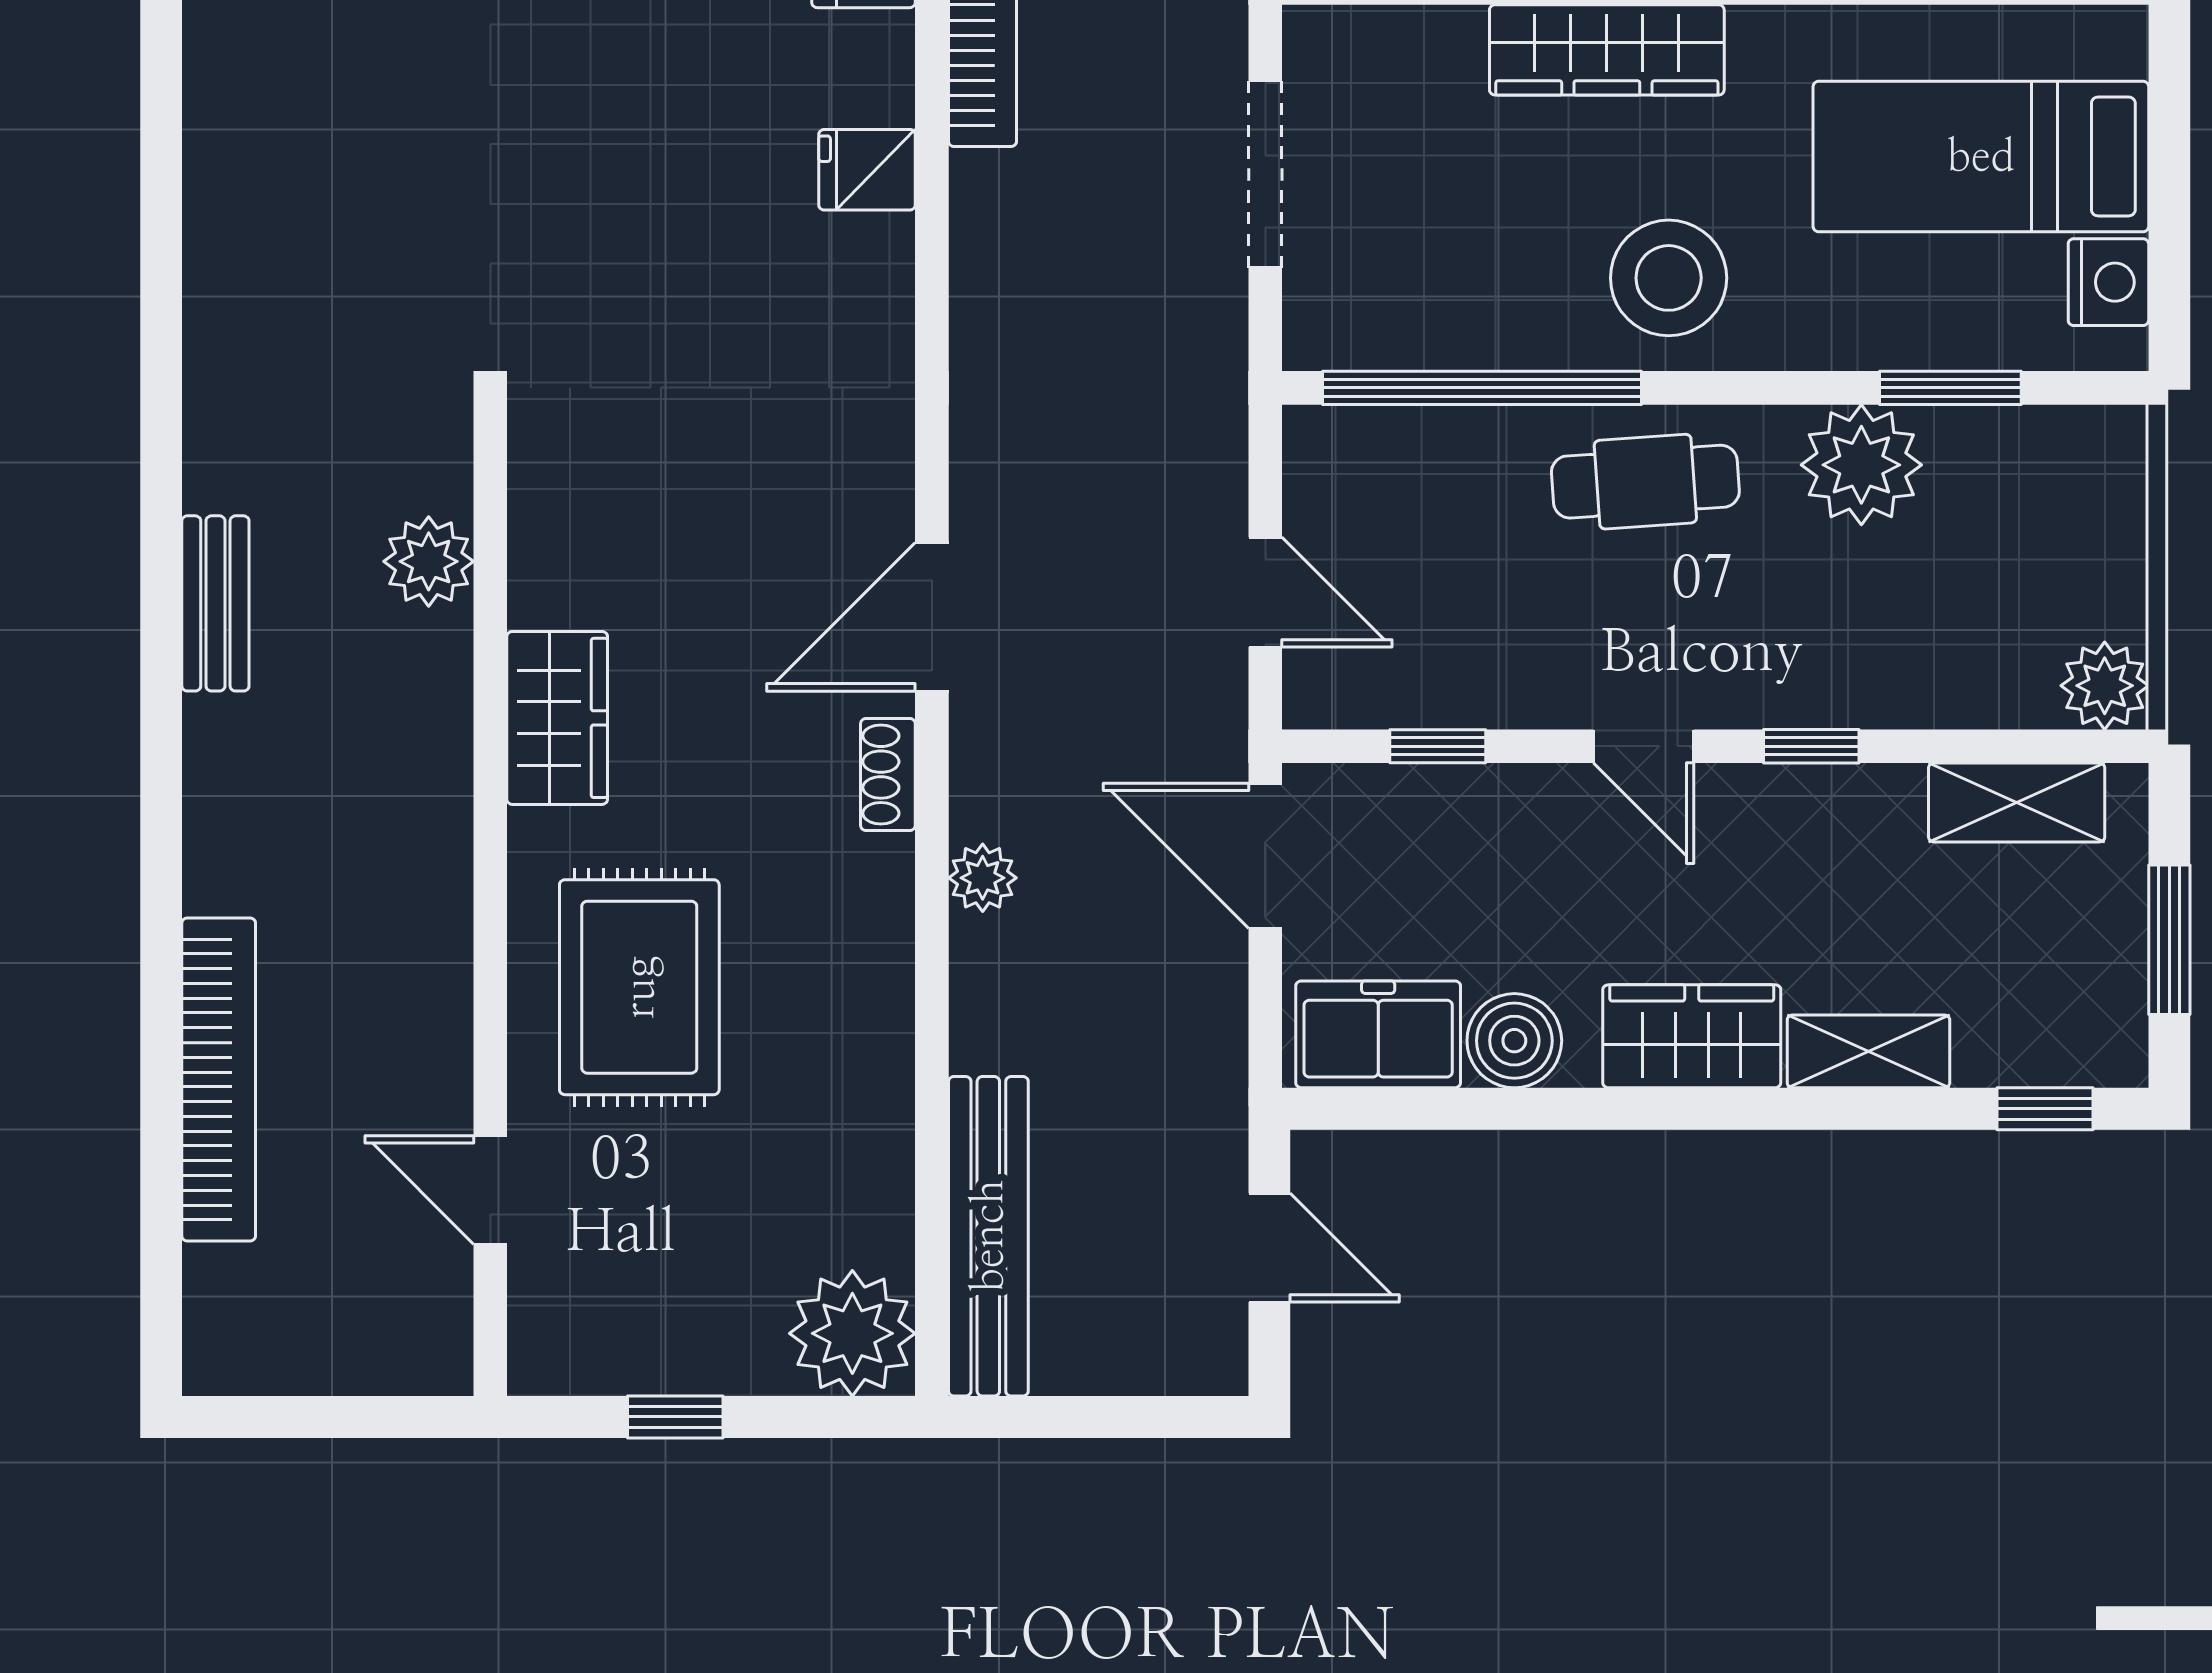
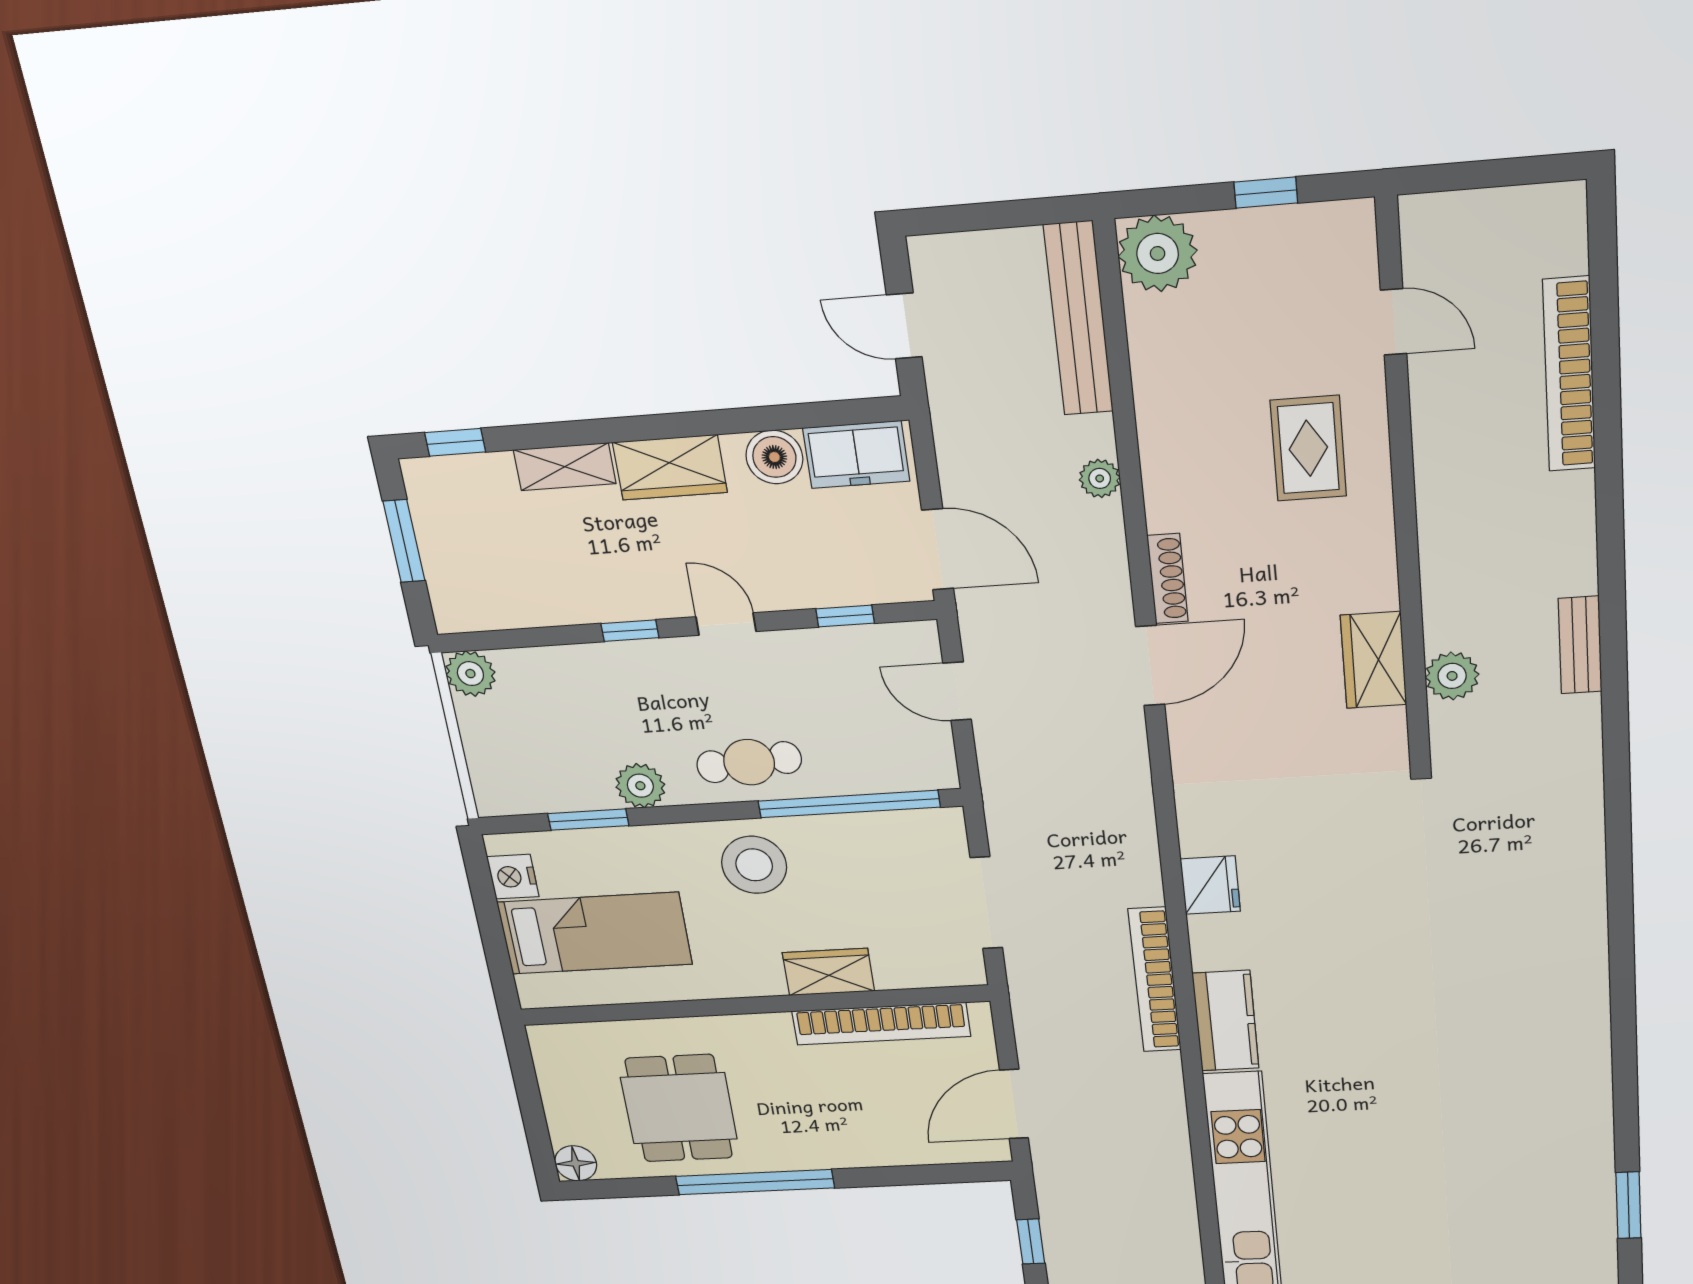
wardrobe: (1607, 50) -> (828, 972), width x0.67
fridge: (867, 170) -> (1210, 885), width x1.38
plant: (1861, 465) -> (640, 786), width x0.73, depth x0.73
wardrobe: (557, 718) -> (1374, 660), moved
shoe rack: (888, 775) -> (1168, 579), width x1.43
shelving: (2017, 802) -> (507, 609), removed
plant: (983, 878) -> (1100, 478), moved
rug: (639, 987) -> (1308, 448), width x0.73, depth x0.70

